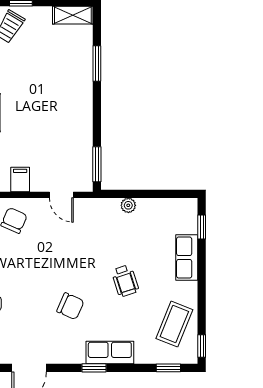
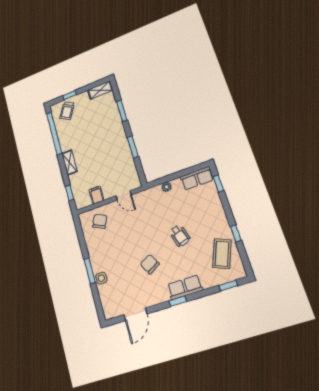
window: (97, 164) -> (133, 147), moved
row of seats: (187, 258) -> (197, 178), moved, turned -90
chair: (70, 306) -> (150, 264), turned -143
window: (202, 346) -> (236, 233), moved

